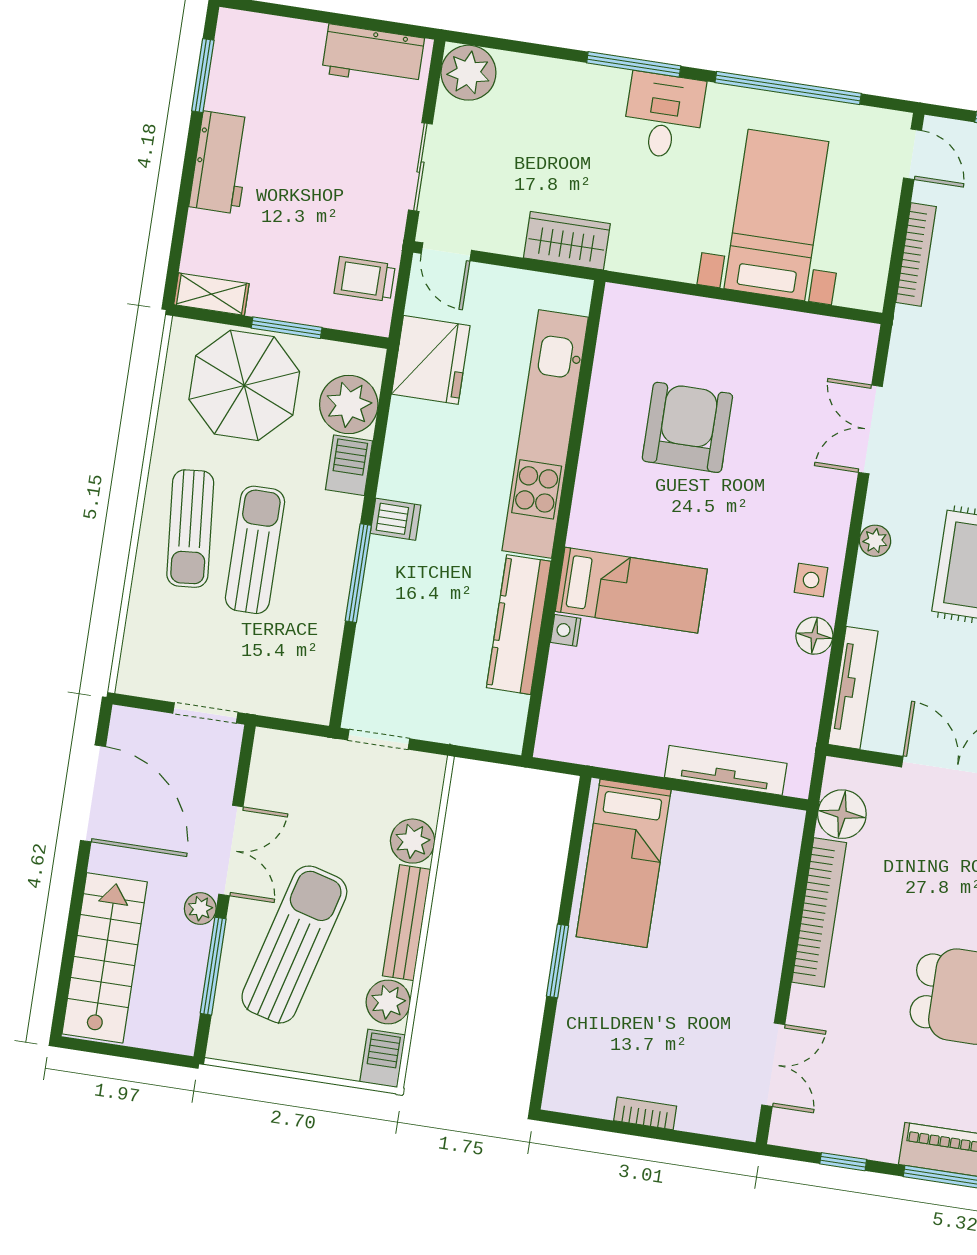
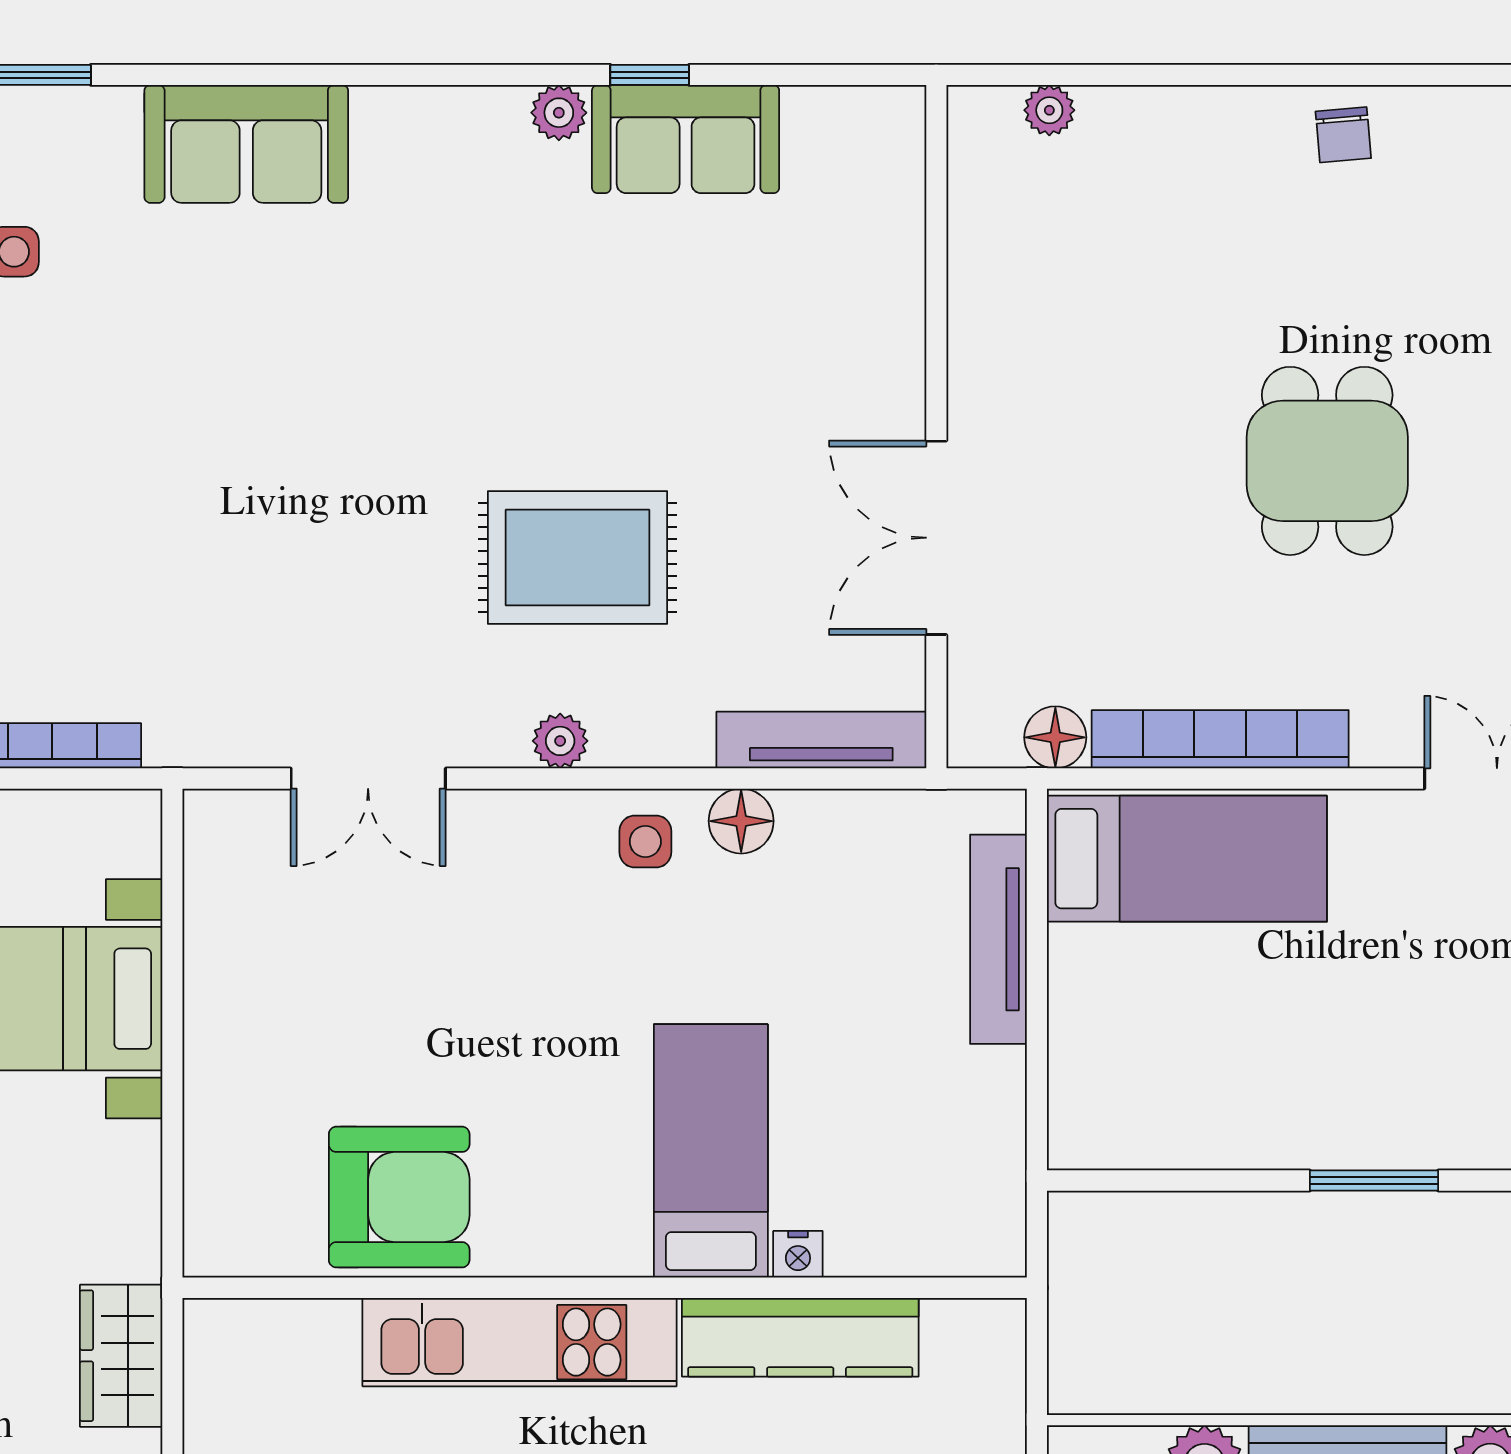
armchair: (687, 427) -> (399, 1197), moved, turned 180
kitchen unit: (545, 434) -> (519, 1342), width x0.73
floor lamp: (842, 814) -> (1055, 737), width x0.73, depth x0.73
bed: (624, 863) -> (1187, 859), moved

